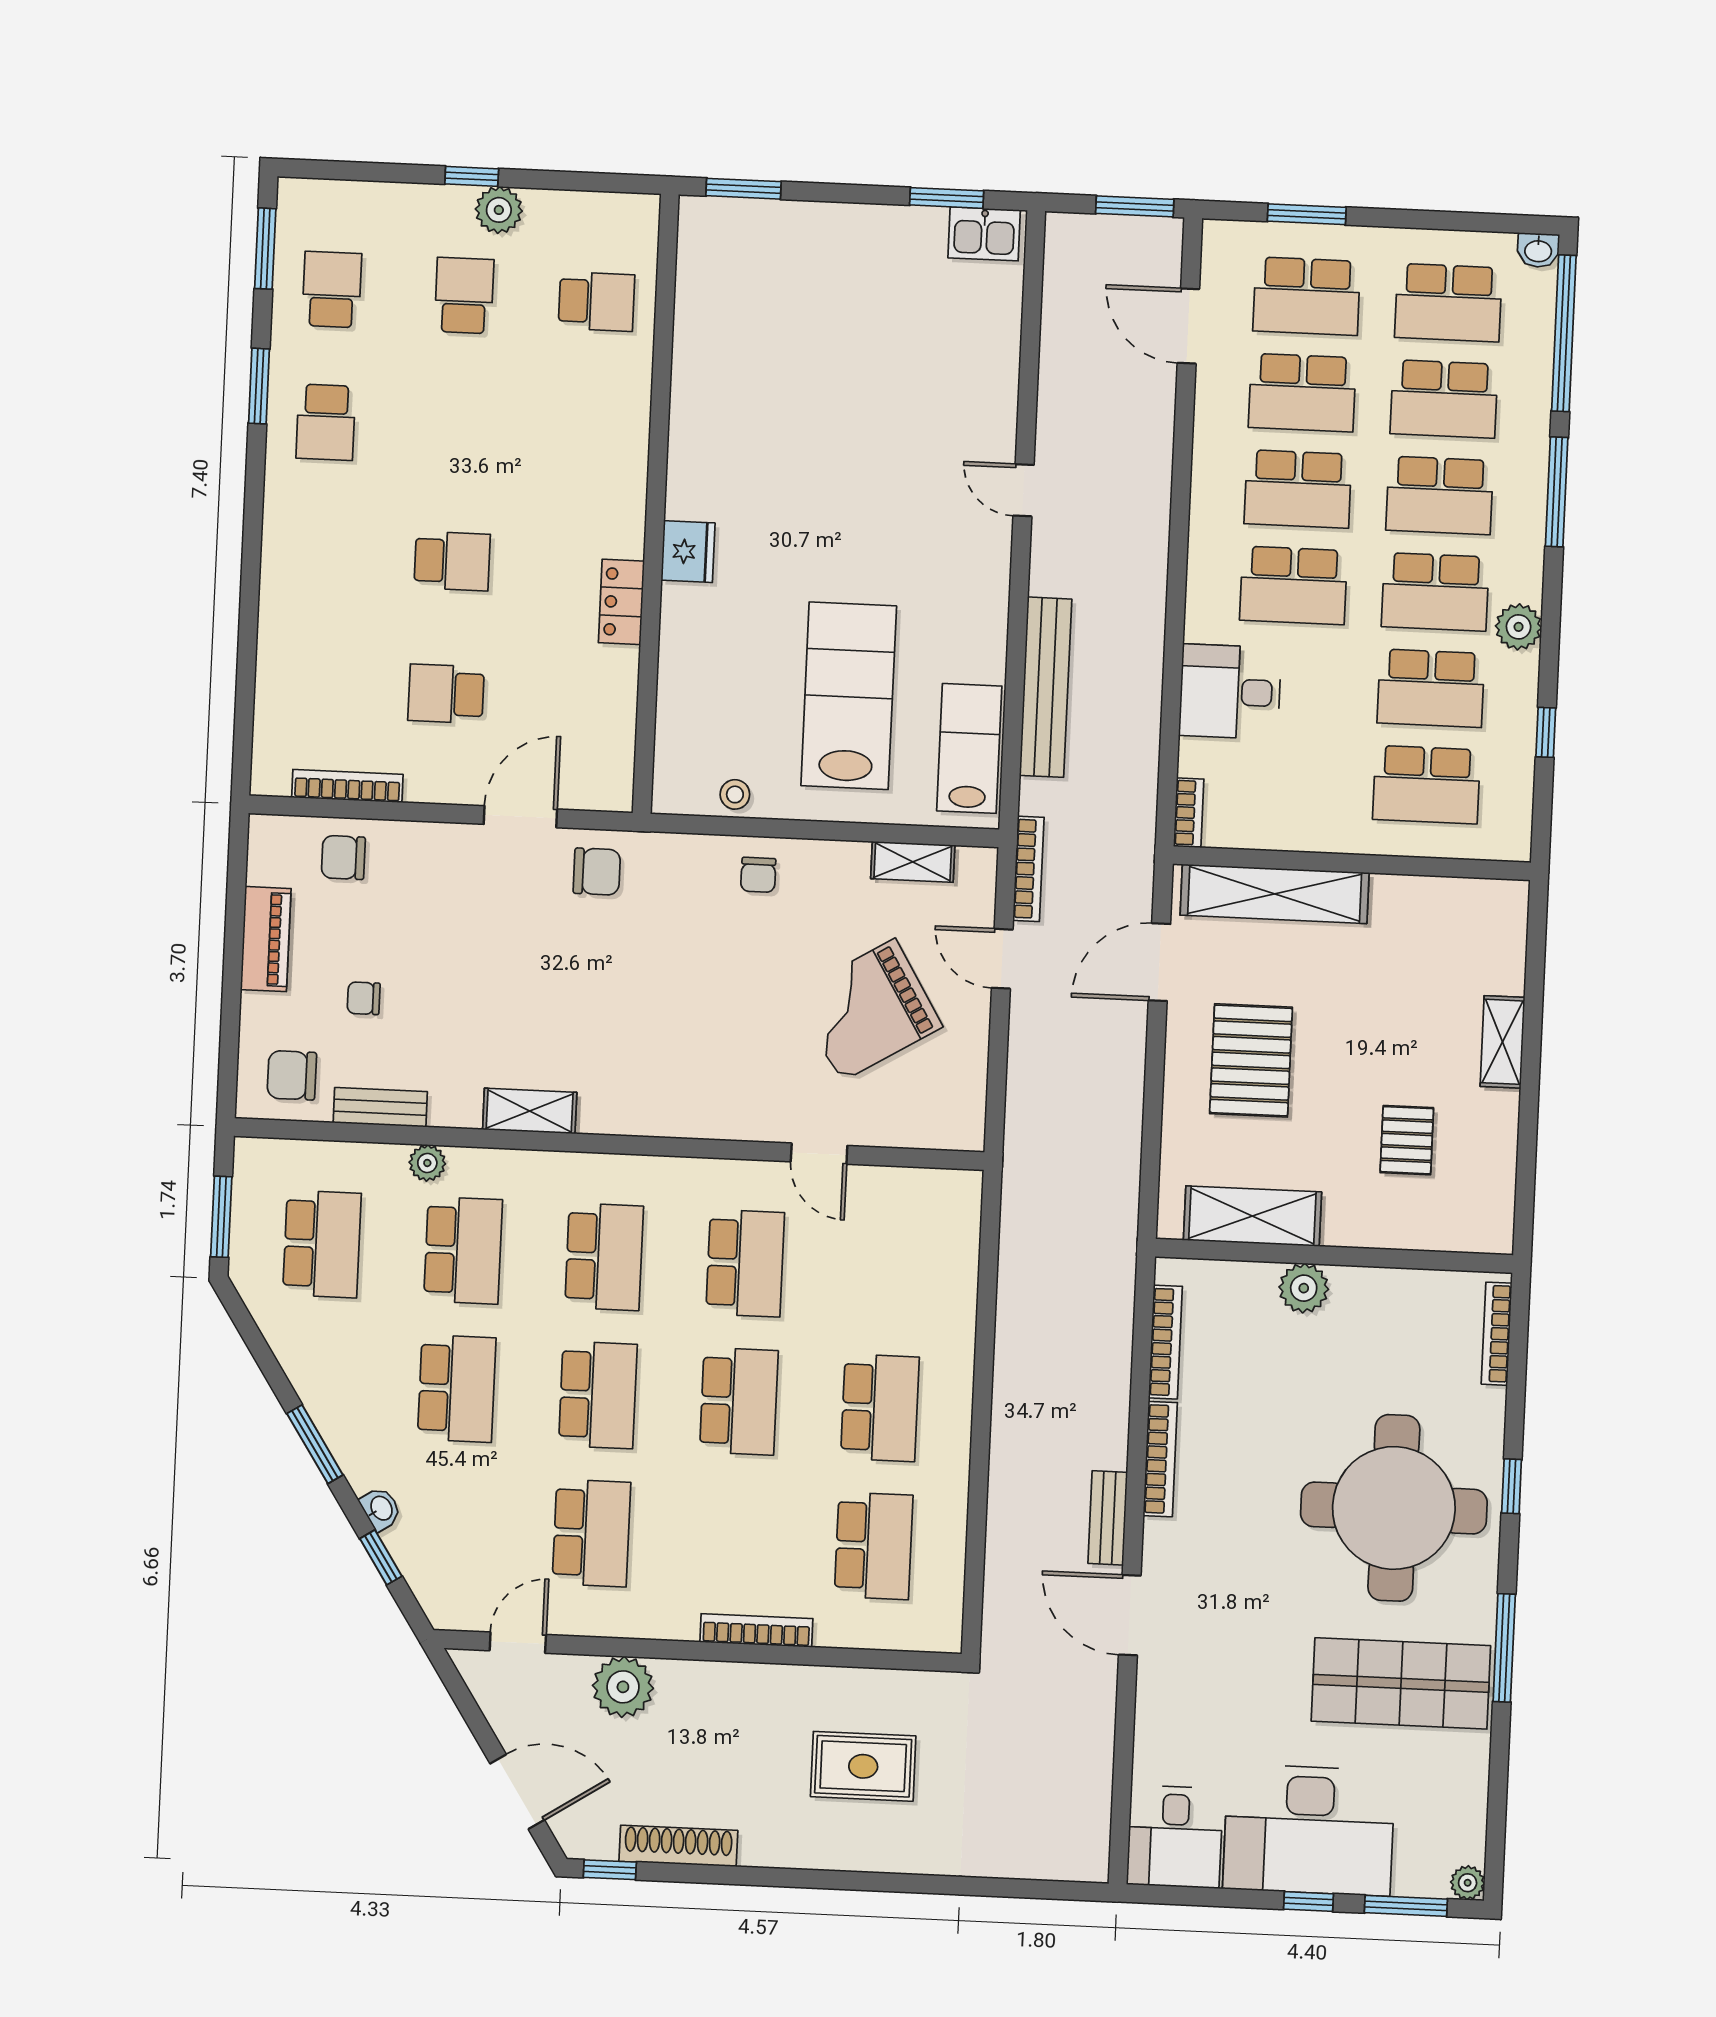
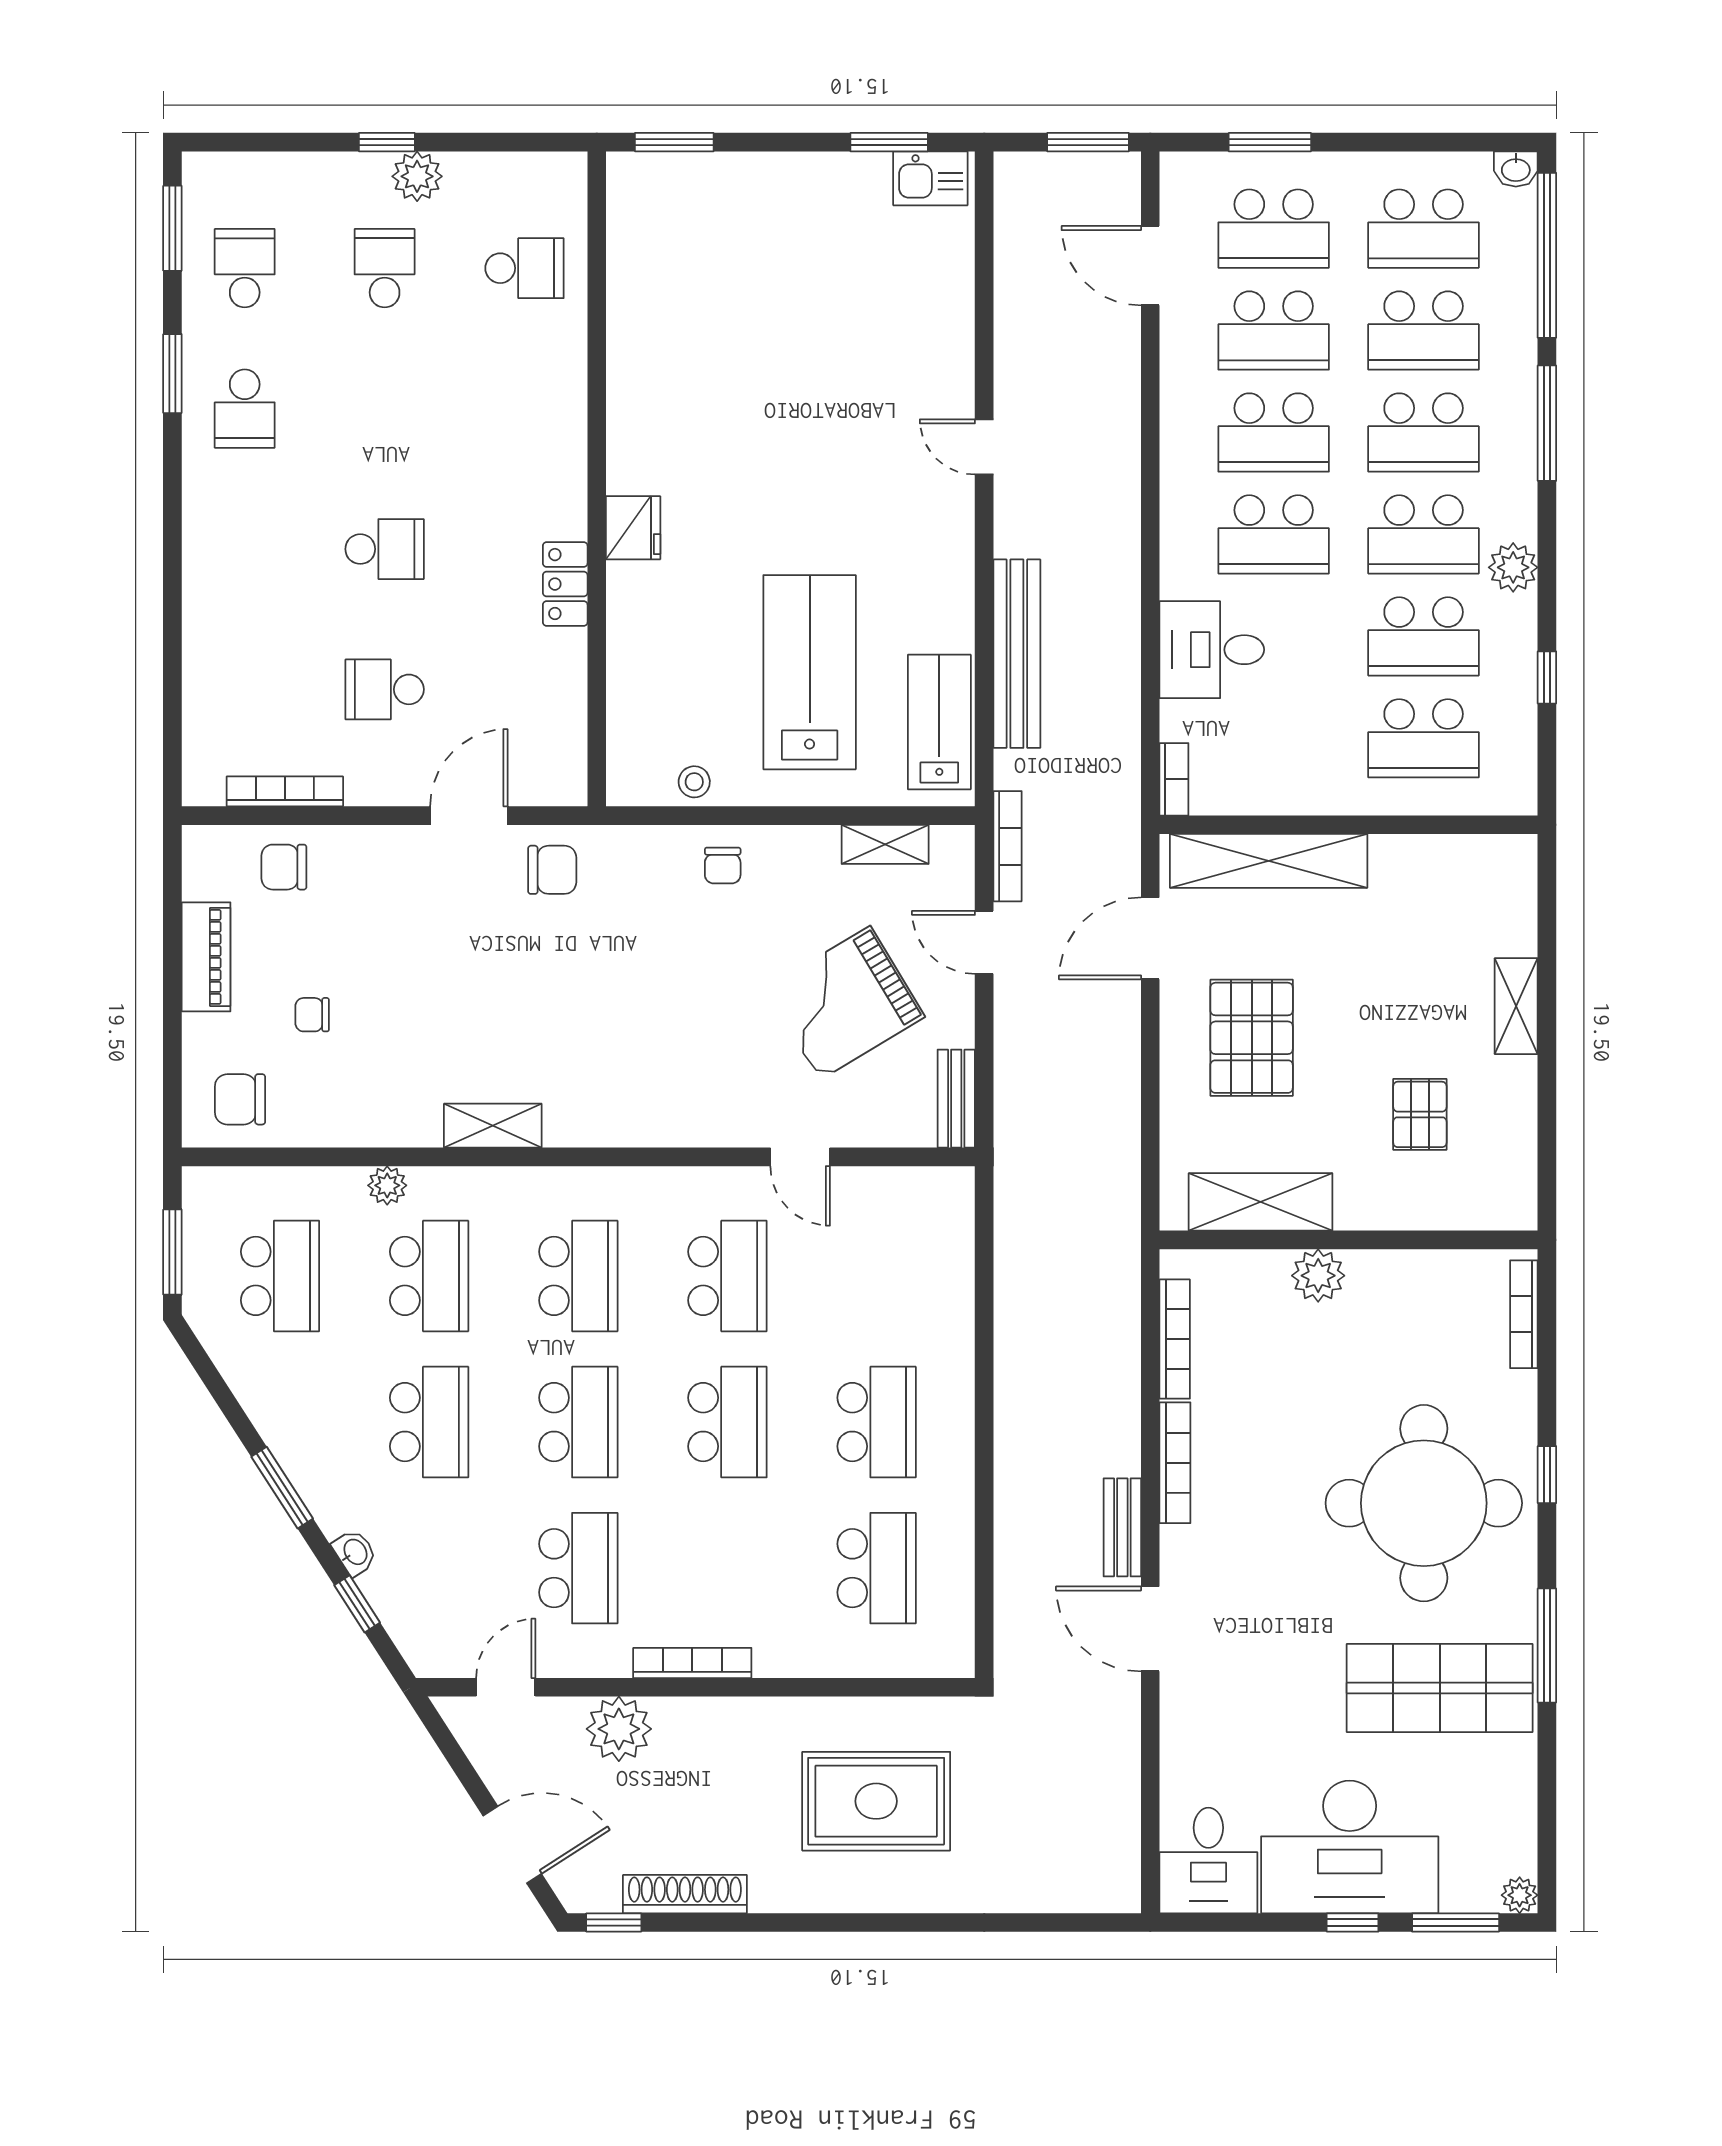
bench: (380, 1107) -> (956, 1099), moved, turned 90
bookcase: (756, 1630) -> (692, 1663), moved
rug: (863, 1766) -> (876, 1801), width x1.36, depth x1.43

